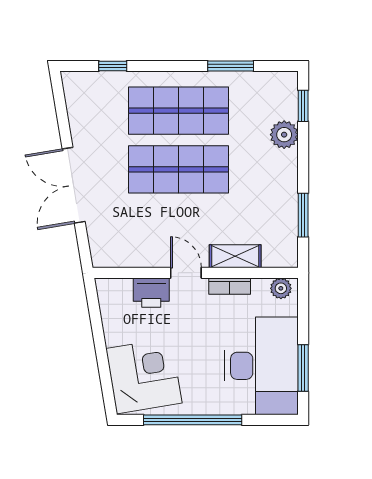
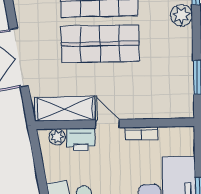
shelving: (235, 256) -> (65, 109), moved, width x1.50, depth x1.33
plant: (281, 288) -> (57, 137), moved

